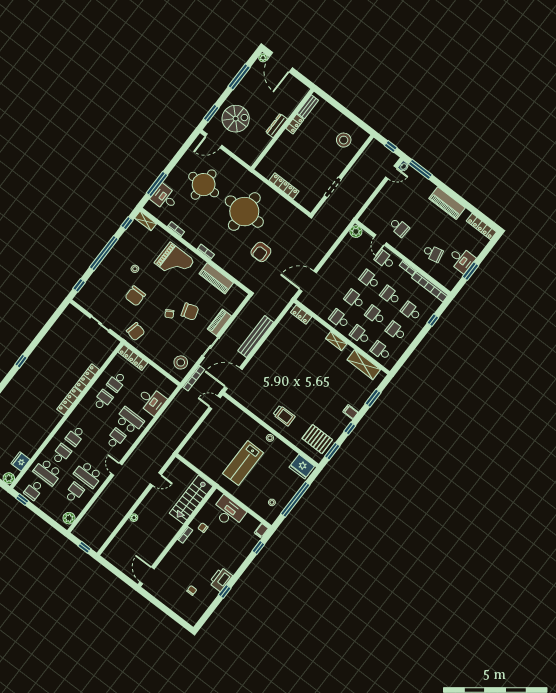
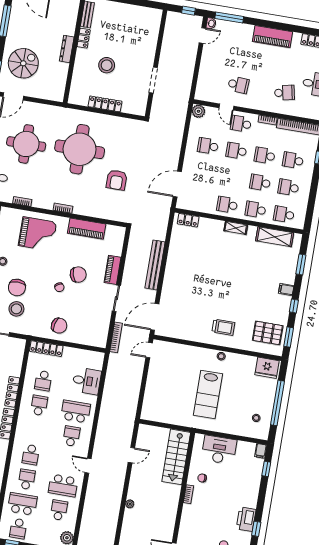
stool: (344, 140) -> (107, 65), moved
school desk: (354, 299) -> (208, 146), moved
chair: (136, 332) -> (59, 326), moved
stool: (181, 362) -> (16, 309), moved
school desk: (48, 472) -> (22, 504), turned 180

